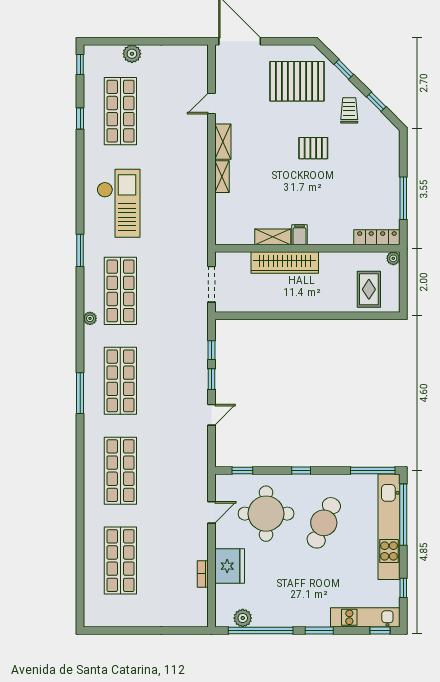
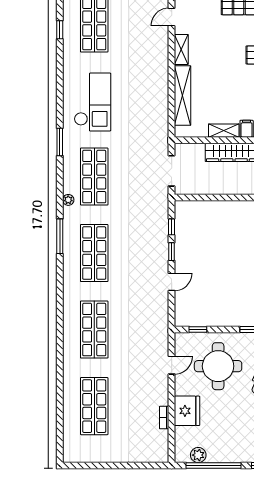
shelving: (222, 177) -> (183, 96), width x2.20, depth x1.33
window: (80, 393) -> (60, 236), moved

